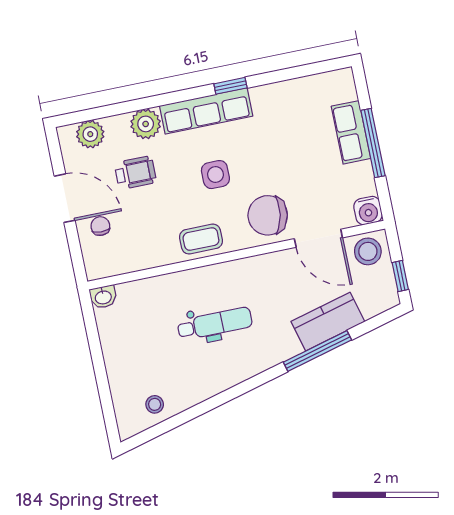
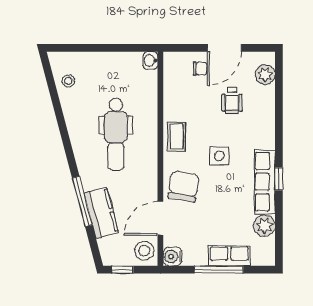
row of seats: (206, 111) -> (265, 182), moved
plant: (146, 124) -> (264, 226), moved
dental chair: (215, 324) -> (116, 134), width x1.36, depth x1.38

